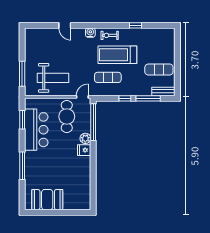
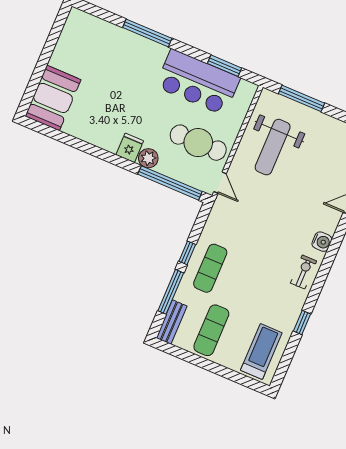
treadmill: (117, 55) -> (261, 351), moved, width x0.73, depth x0.73
exercise mat: (108, 77) -> (210, 268), moved
booth: (47, 200) -> (53, 98), moved

